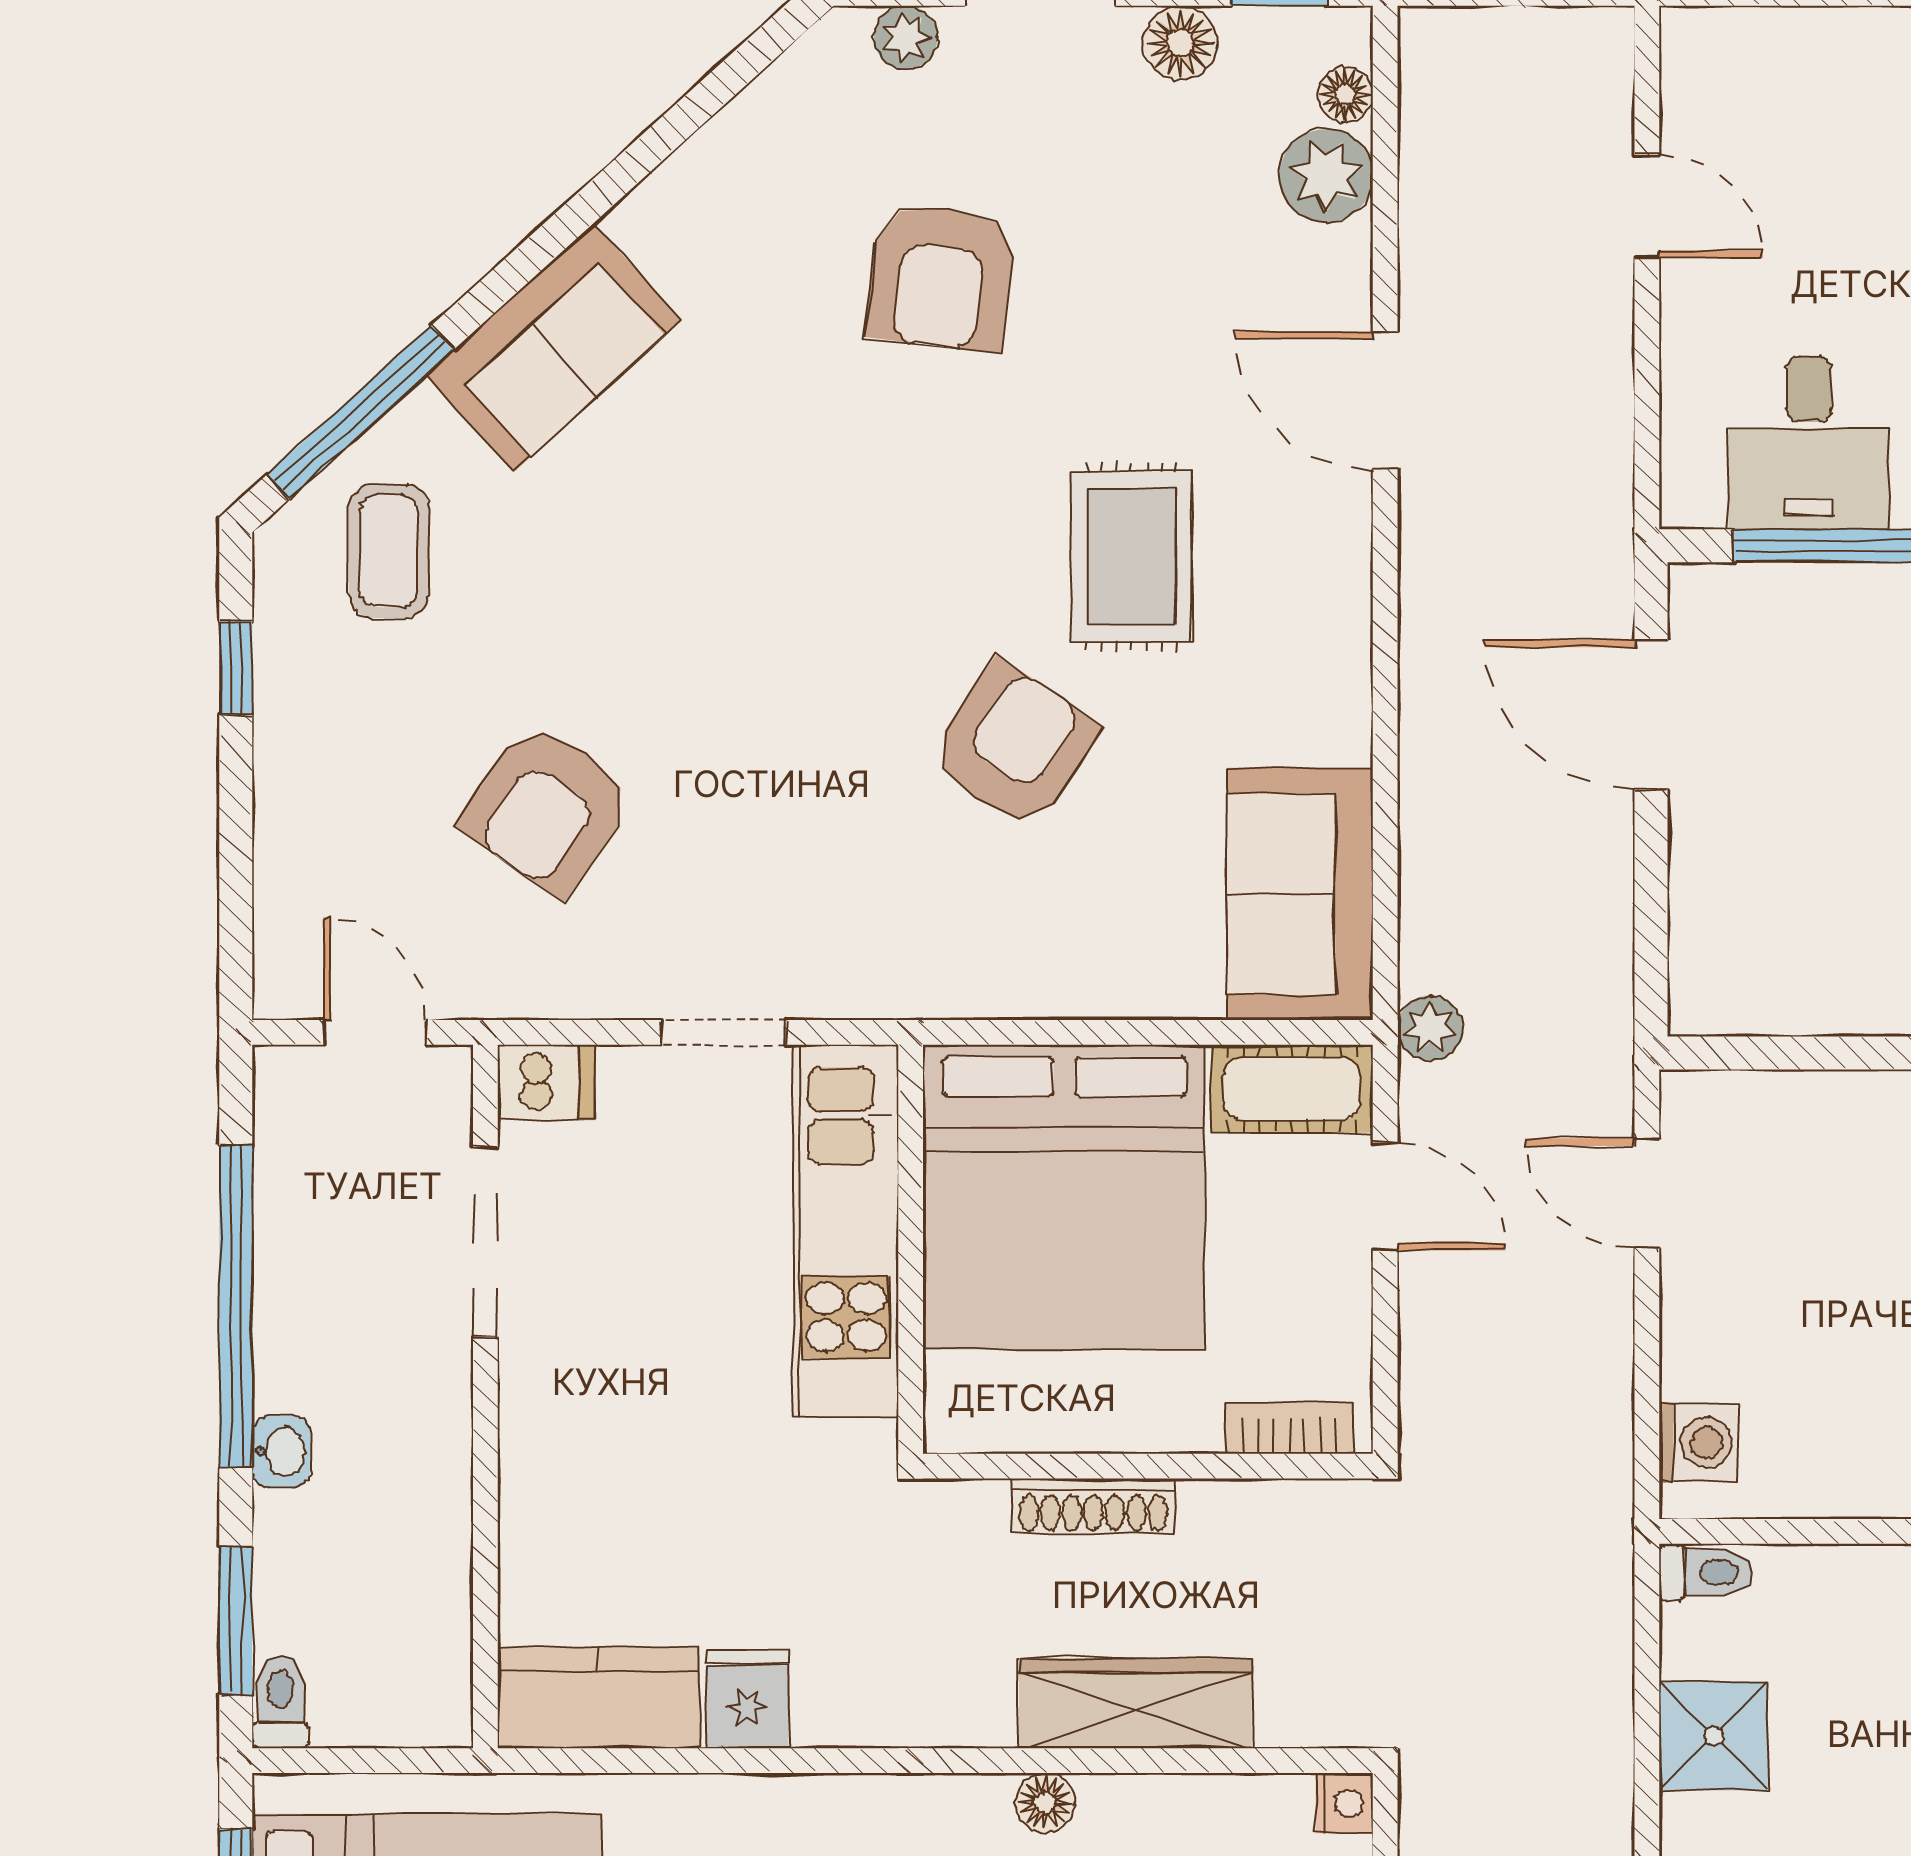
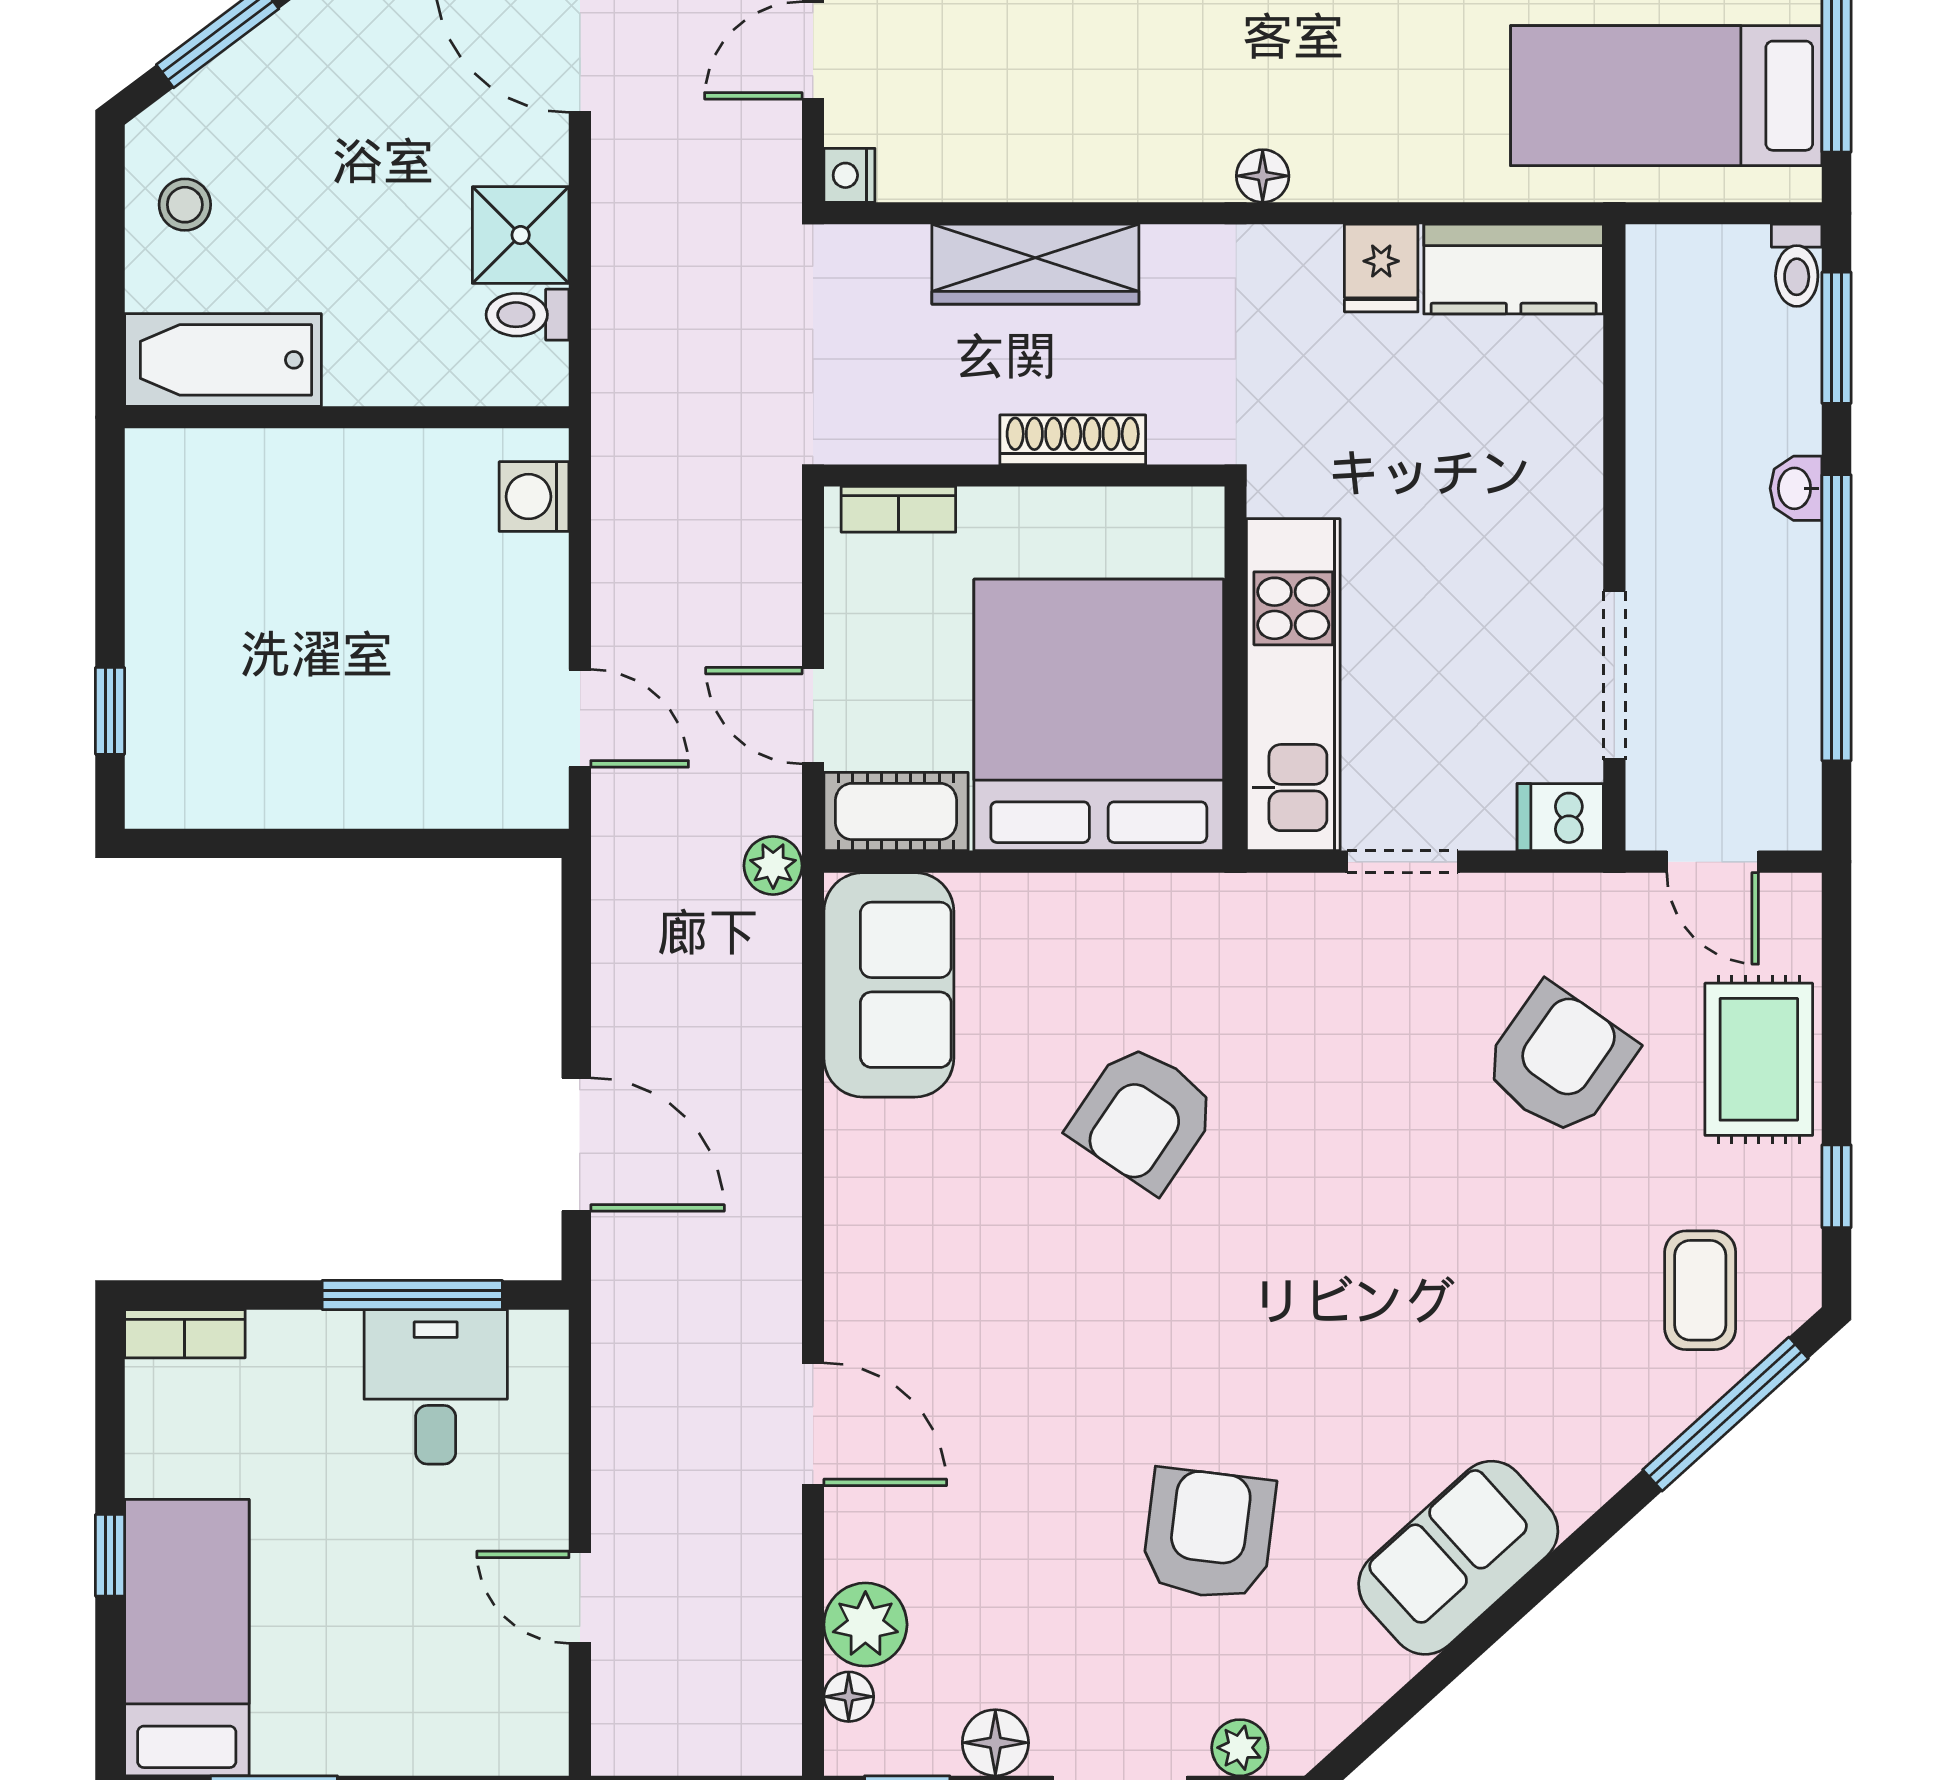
sofa: (554, 348) -> (1458, 1558), moved
rug: (1131, 557) -> (1759, 1059), moved
toilet: (1706, 1572) -> (528, 315), moved
floor lamp: (1045, 1802) -> (1263, 176), moved

